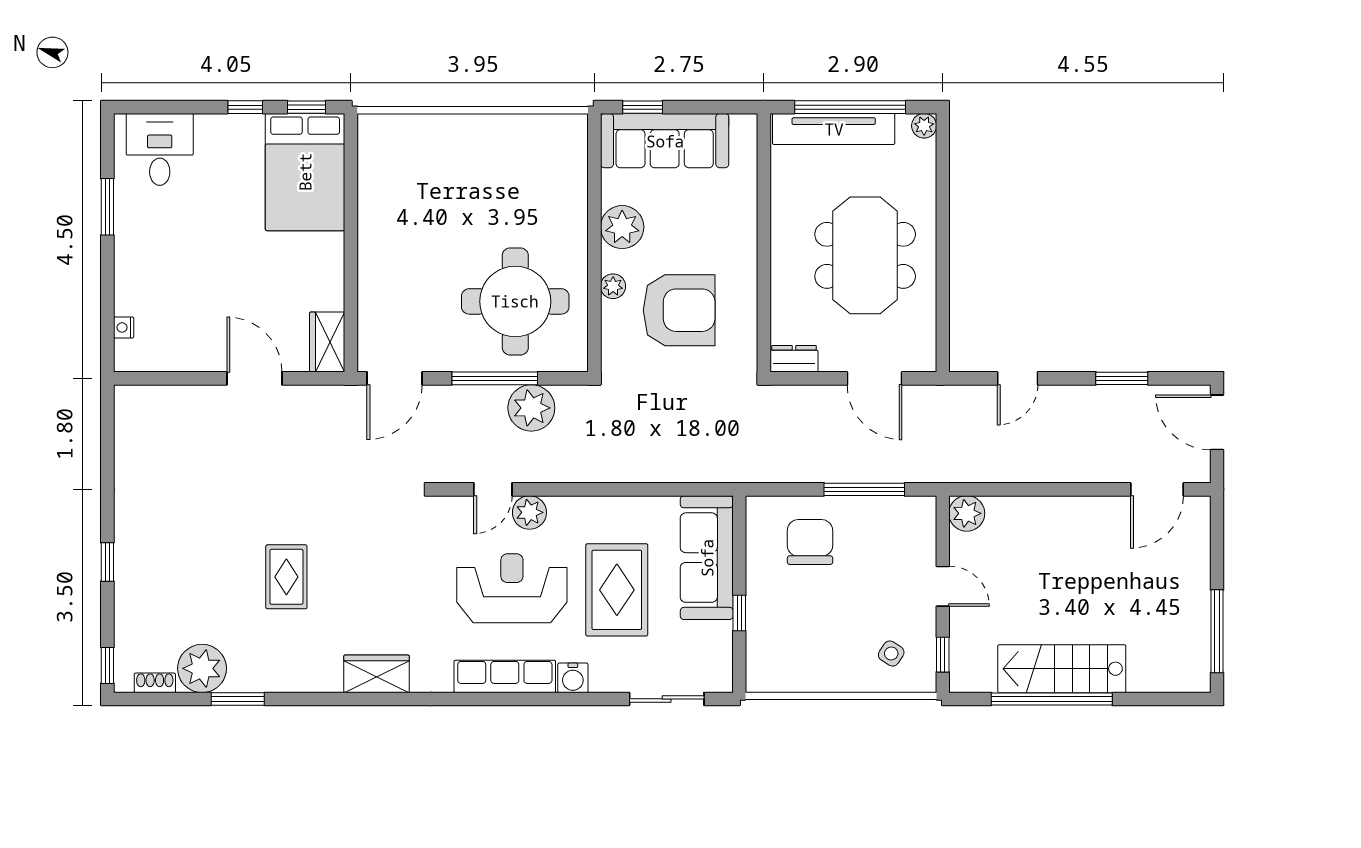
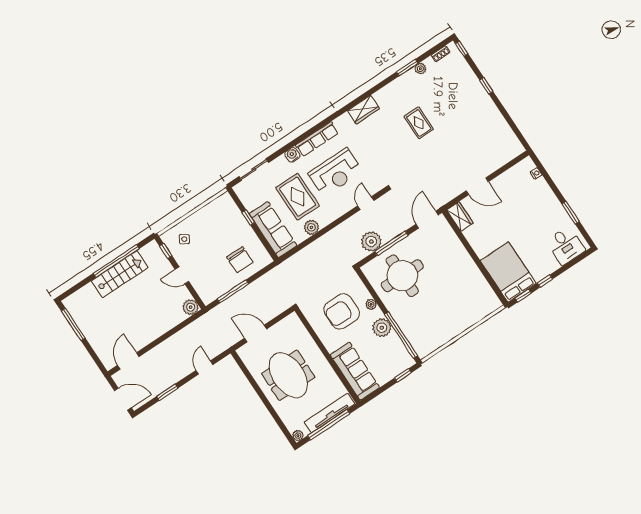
sofa: (665, 141) -> (355, 371), moved, turned 90
window: (594, 188) -> (401, 335), added
dresser: (794, 359) -> (289, 321), removed
plant: (529, 512) -> (311, 227), moved
plant: (202, 668) -> (420, 69), width x0.53, depth x0.53

